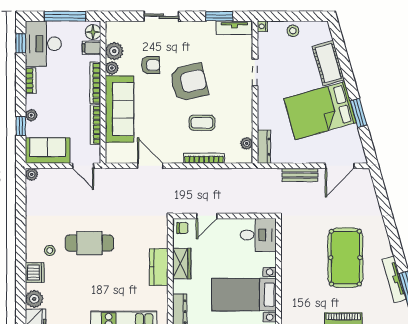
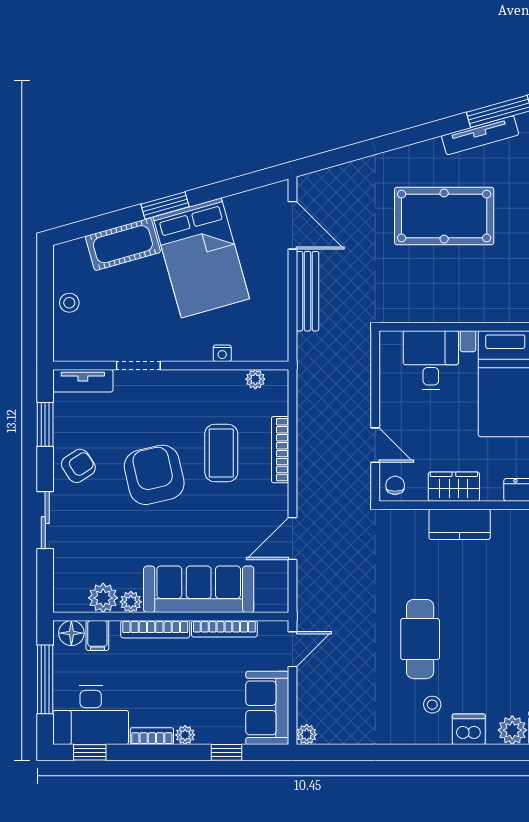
nightstand: (262, 26) -> (222, 353), moved
tv unit: (234, 28) -> (83, 381), moved, turned 90
armchair: (151, 65) -> (78, 466), moved, turned 57
window: (359, 113) -> (165, 205), moved
plant: (31, 115) -> (185, 735), moved
coffee table: (202, 123) -> (221, 453), width x1.36, depth x1.30
dresser: (264, 147) -> (261, 351), removed
bench: (300, 175) -> (307, 291), width x1.36
desk: (258, 235) -> (431, 360), moved

